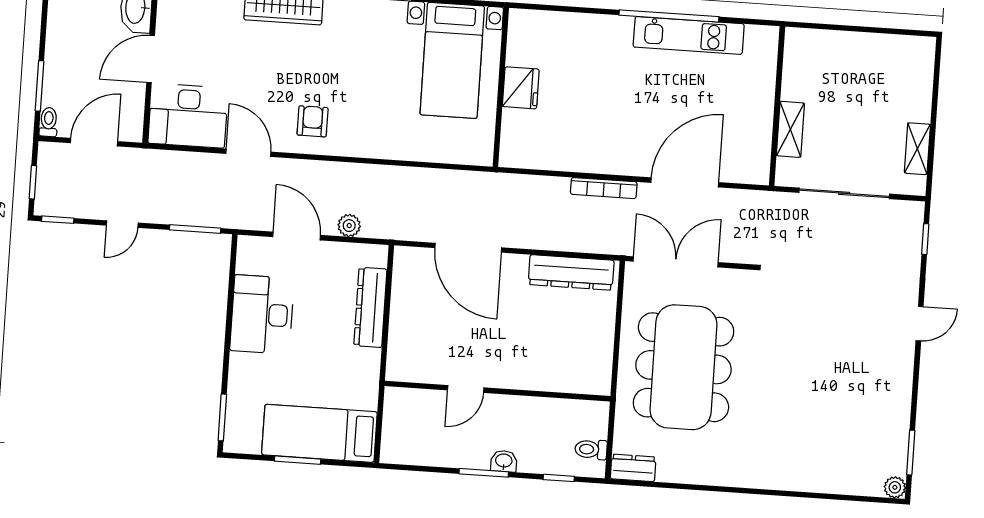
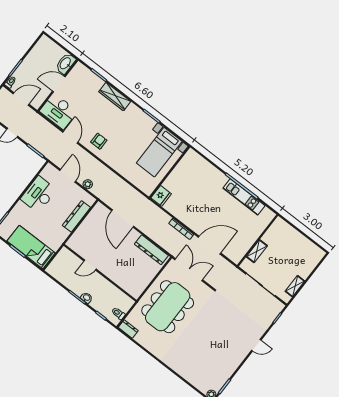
fridge: (521, 88) -> (161, 196), moved

